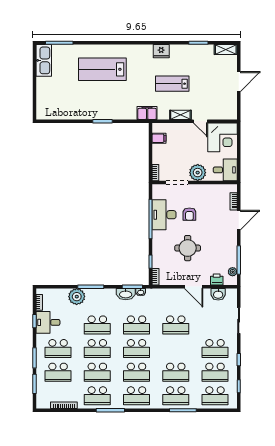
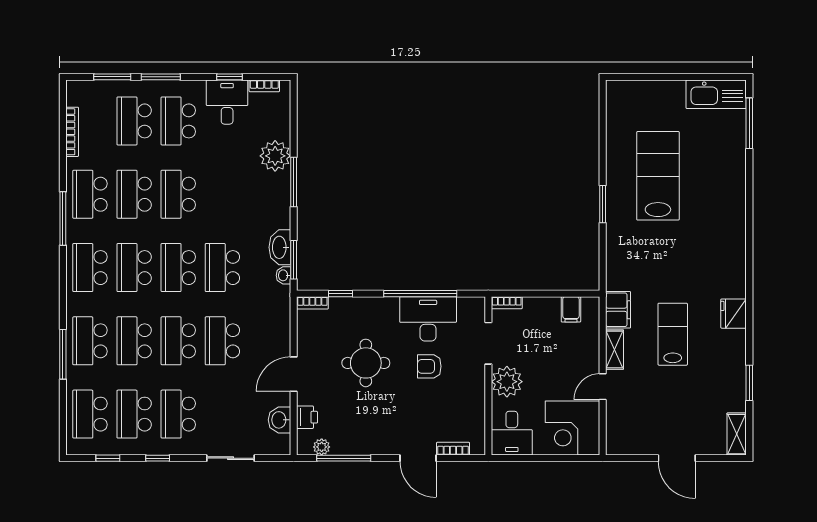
lab bench: (102, 69) -> (658, 176), moved
filing cabinet: (147, 113) -> (618, 310), moved
school desk: (97, 325) -> (178, 341), moved

